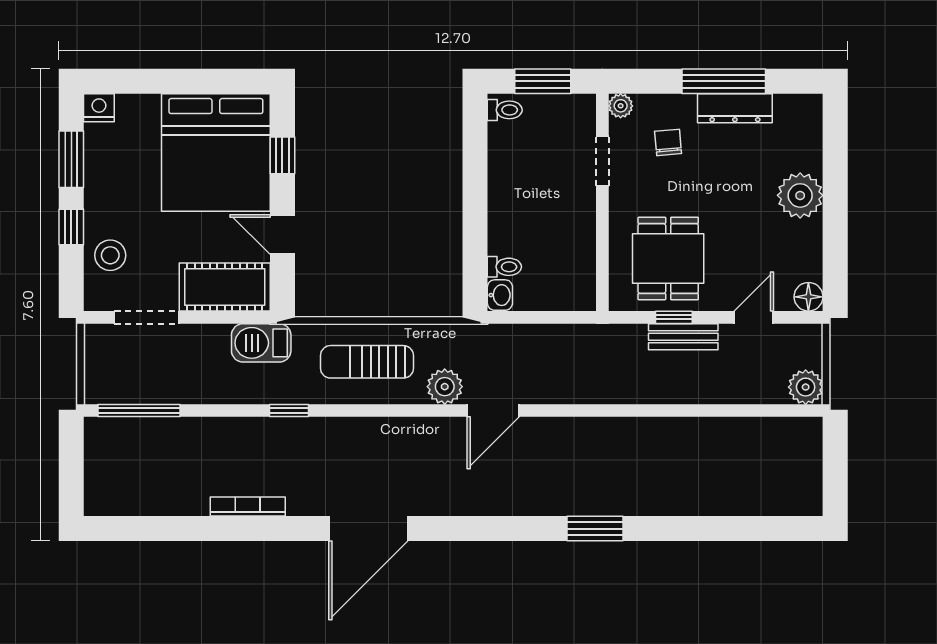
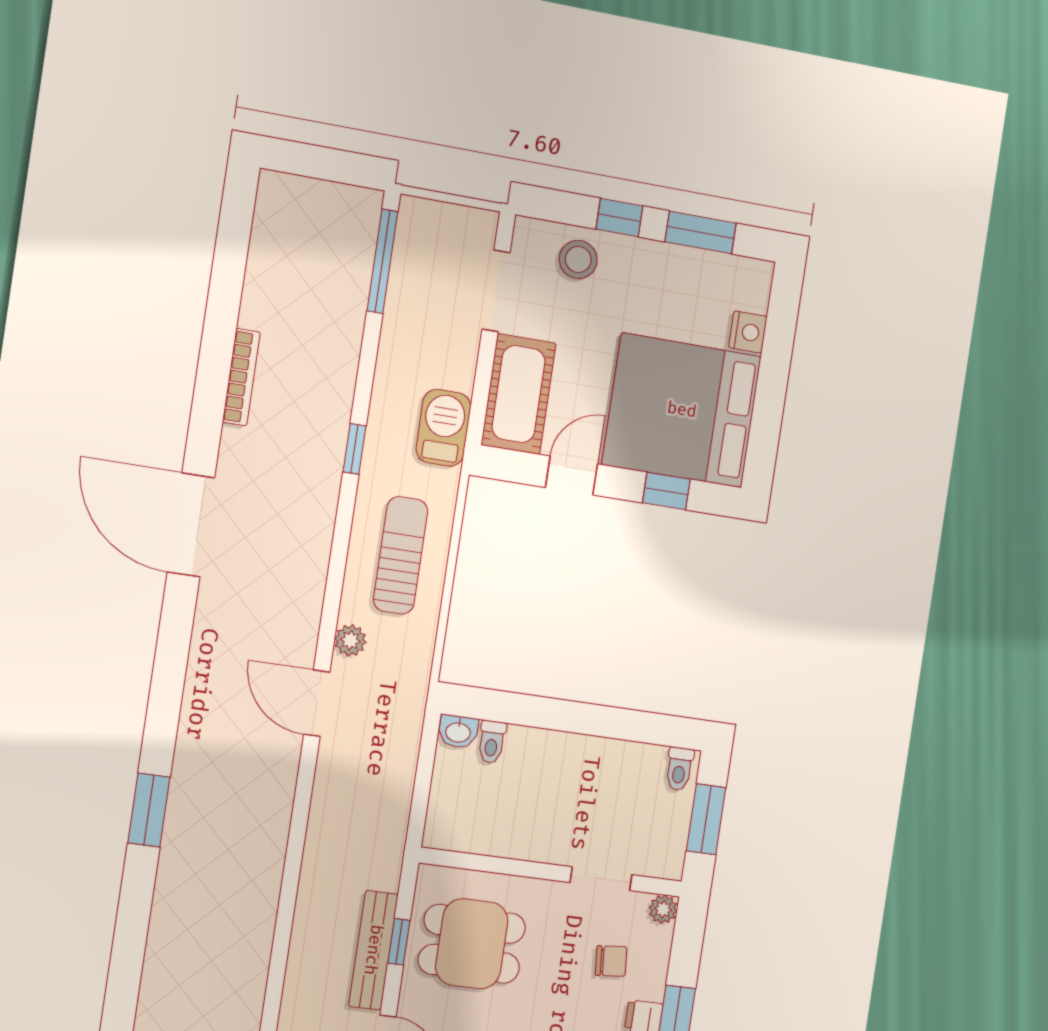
nightstand: (99, 108) -> (748, 332), moved
bench: (683, 337) -> (373, 950), width x1.36
plant: (445, 387) -> (350, 640), width x0.73, depth x0.73

